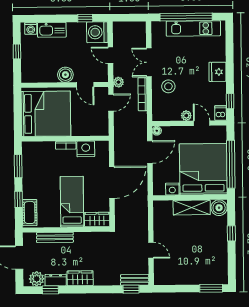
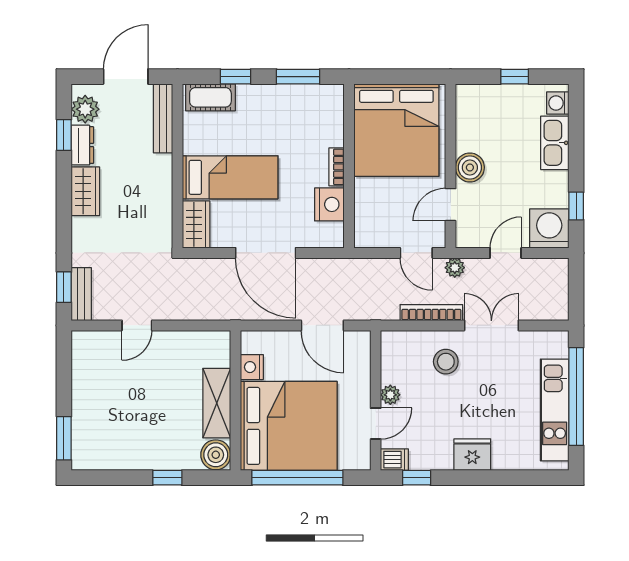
floor lamp: (157, 131) -> (362, 339), removed
bench: (55, 237) -> (163, 118), moved

